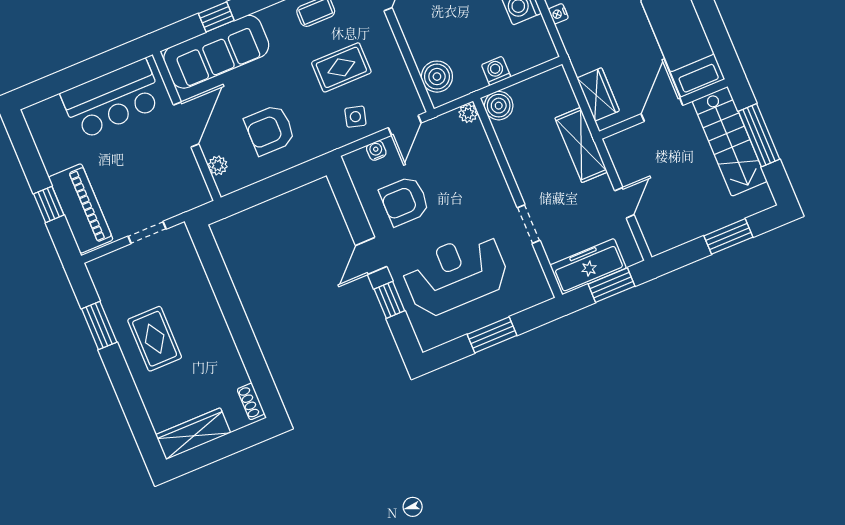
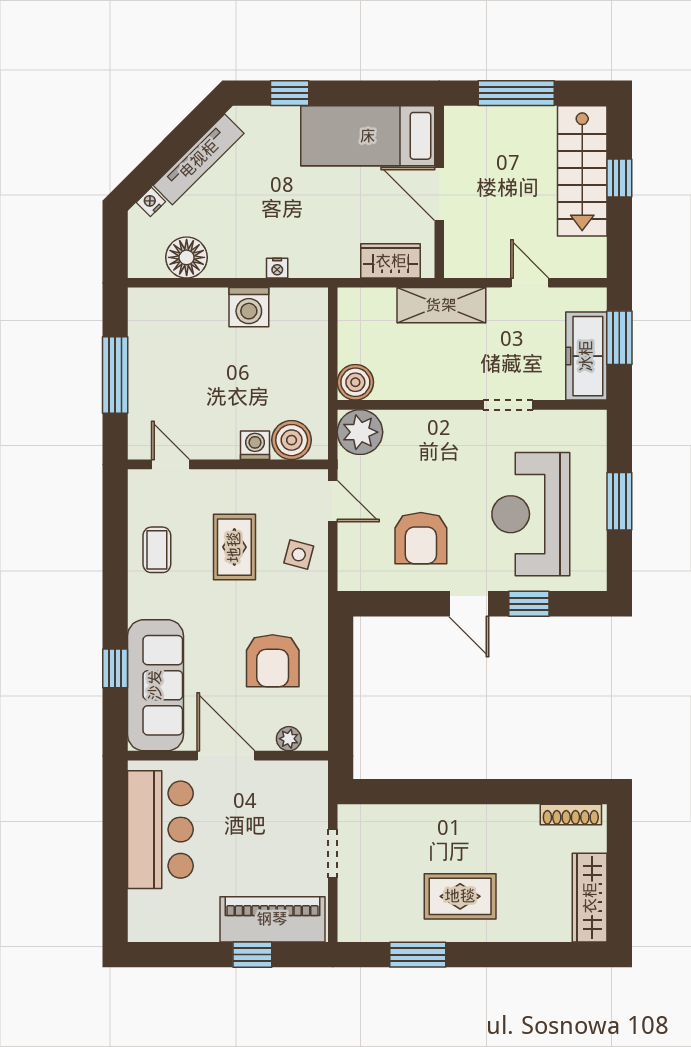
washing machine: (496, 71) -> (255, 445), moved, turned 90
plant: (468, 113) -> (360, 432), width x1.88, depth x1.88
stairs: (730, 141) -> (582, 171), moved, turned 90
water cooler: (376, 150) -> (348, 547), removed
window: (728, 236) -> (619, 178), width x0.67
shoe rack: (251, 401) -> (571, 815), width x1.43

